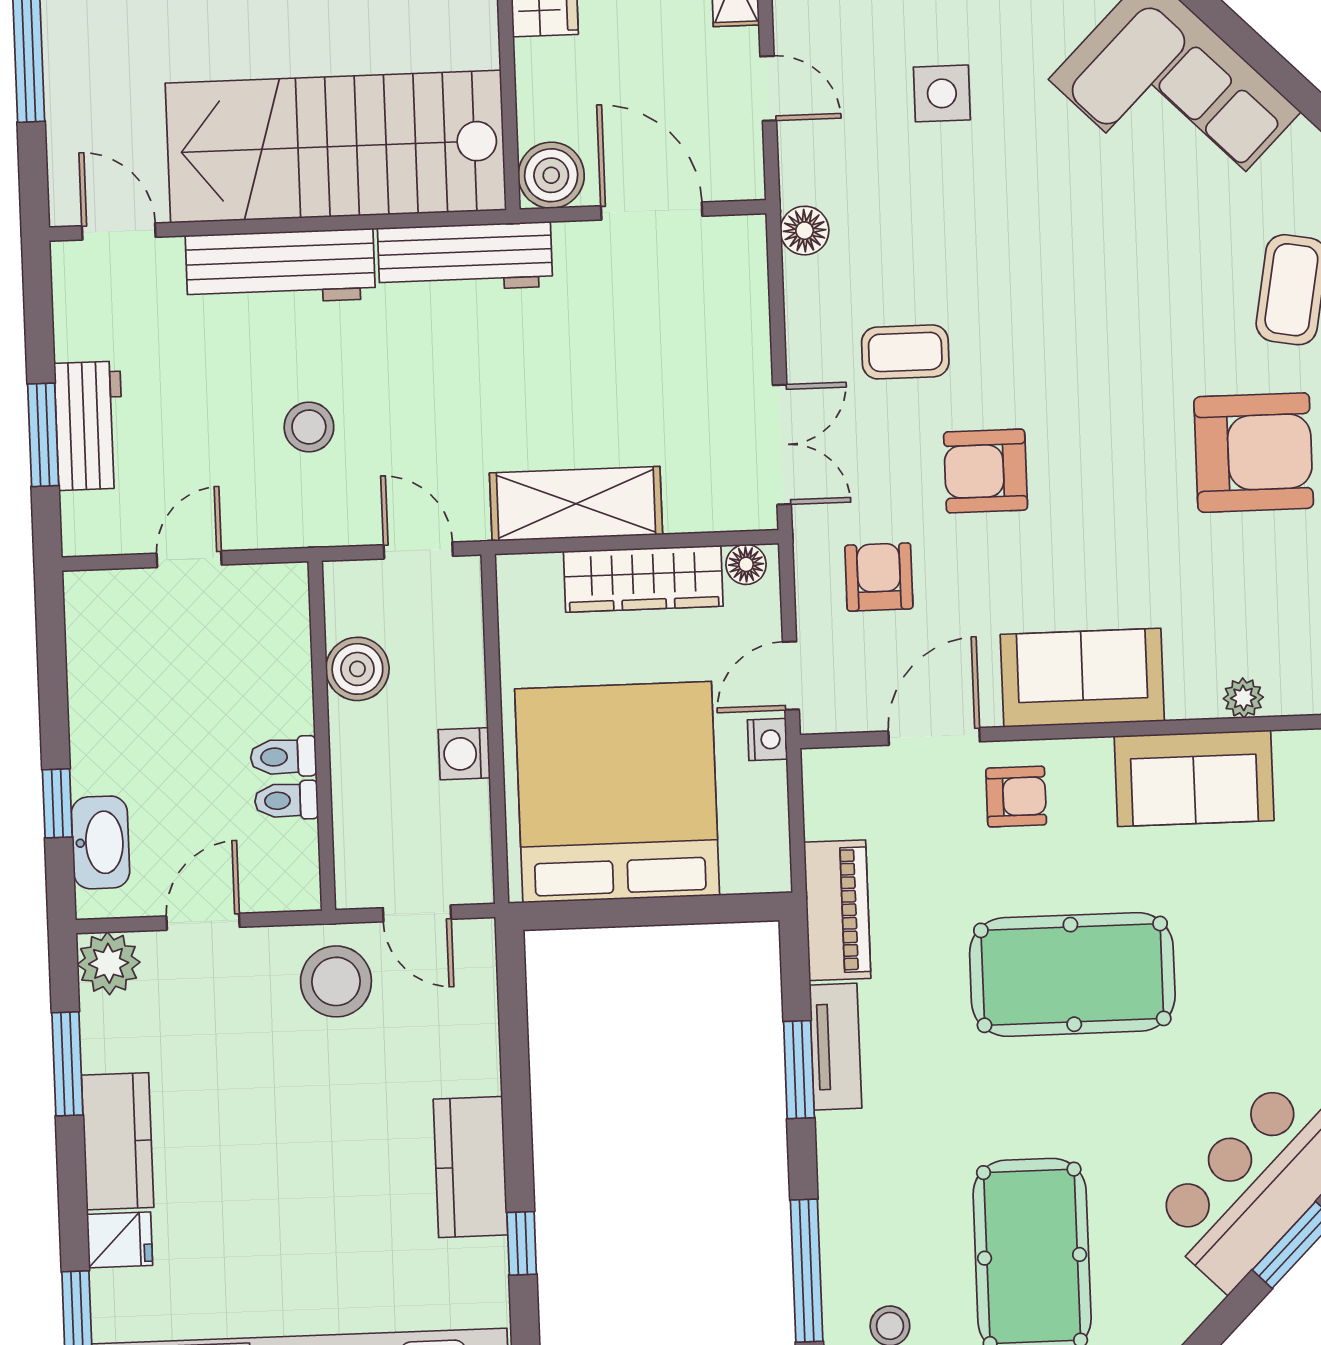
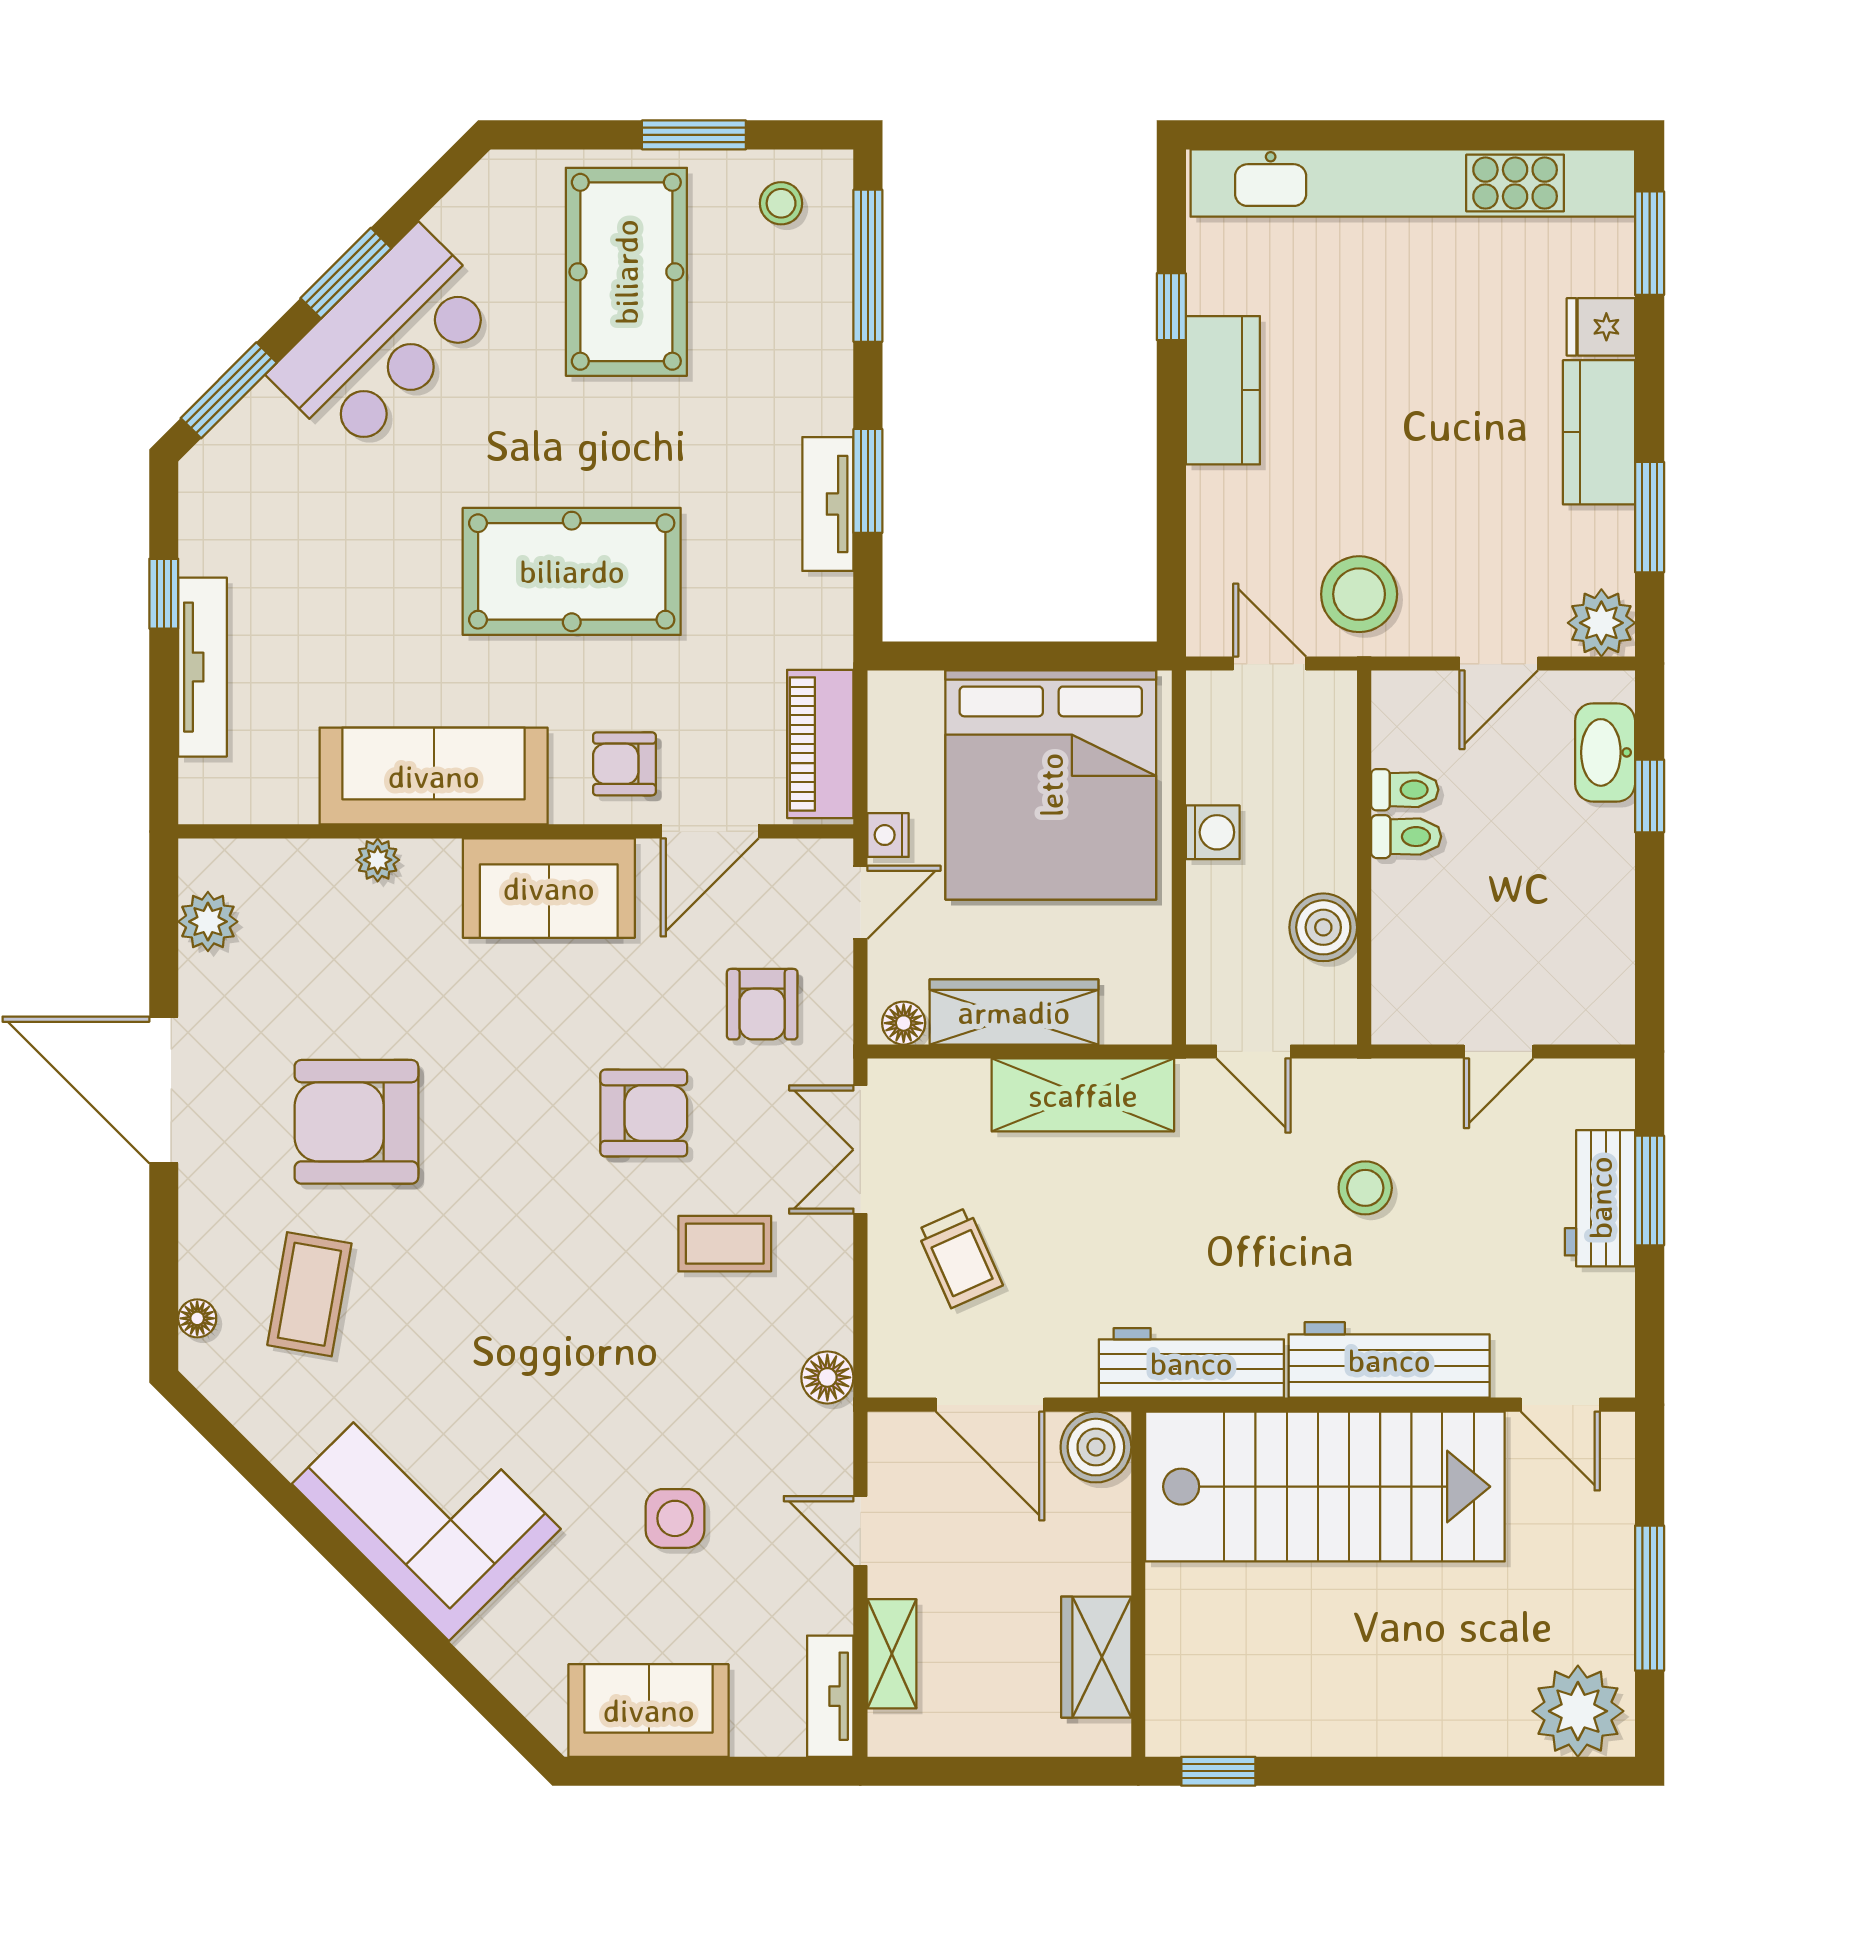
trolley: (685, 347) -> (960, 1258), added
sofa: (1194, 778) -> (434, 776), width x1.36
piano: (837, 910) -> (820, 744), moved

